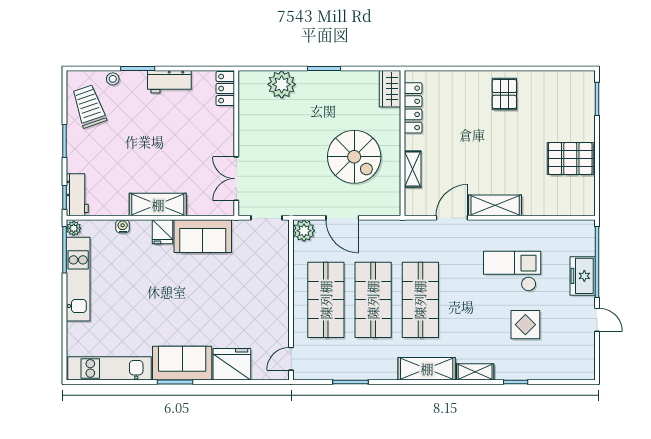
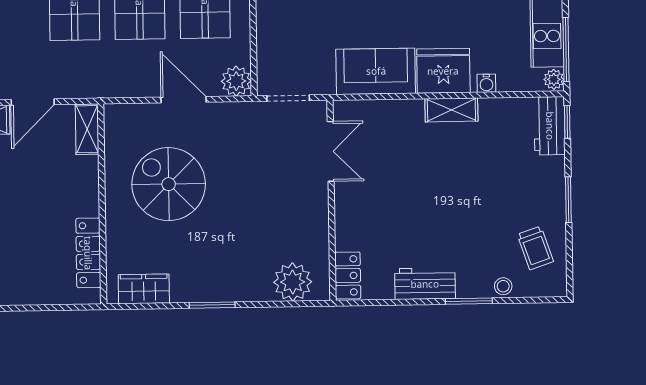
plant: (282, 84) -> (293, 282), moved
wardrobe: (390, 89) -> (144, 289), moved, turned -90
trolley: (89, 106) -> (535, 248), width x0.73, depth x0.72
shelving: (413, 169) -> (87, 129), moved
shelving: (158, 205) -> (451, 110), width x0.67, depth x0.75
fridge: (163, 232) -> (443, 71), width x1.88, depth x1.34

